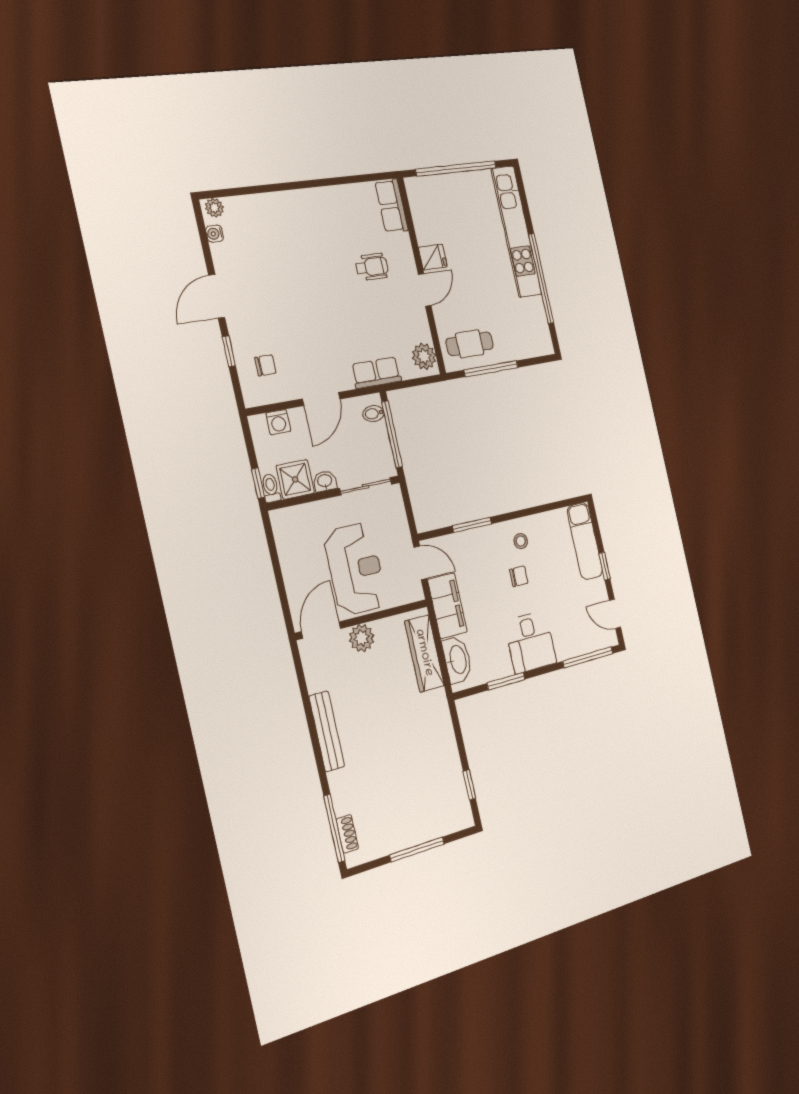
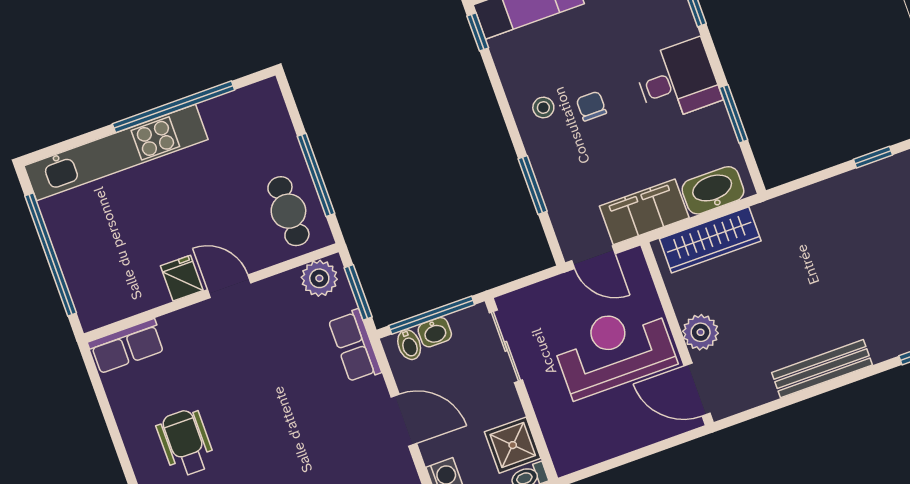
wheelchair: (372, 267) -> (186, 443), moved, width x1.36, depth x1.37
window: (412, 383) -> (358, 292), added
washbasin: (325, 481) -> (435, 332), moved, turned -90
window: (571, 502) -> (478, 32), added
door: (420, 563) -> (593, 257), swing flipped

